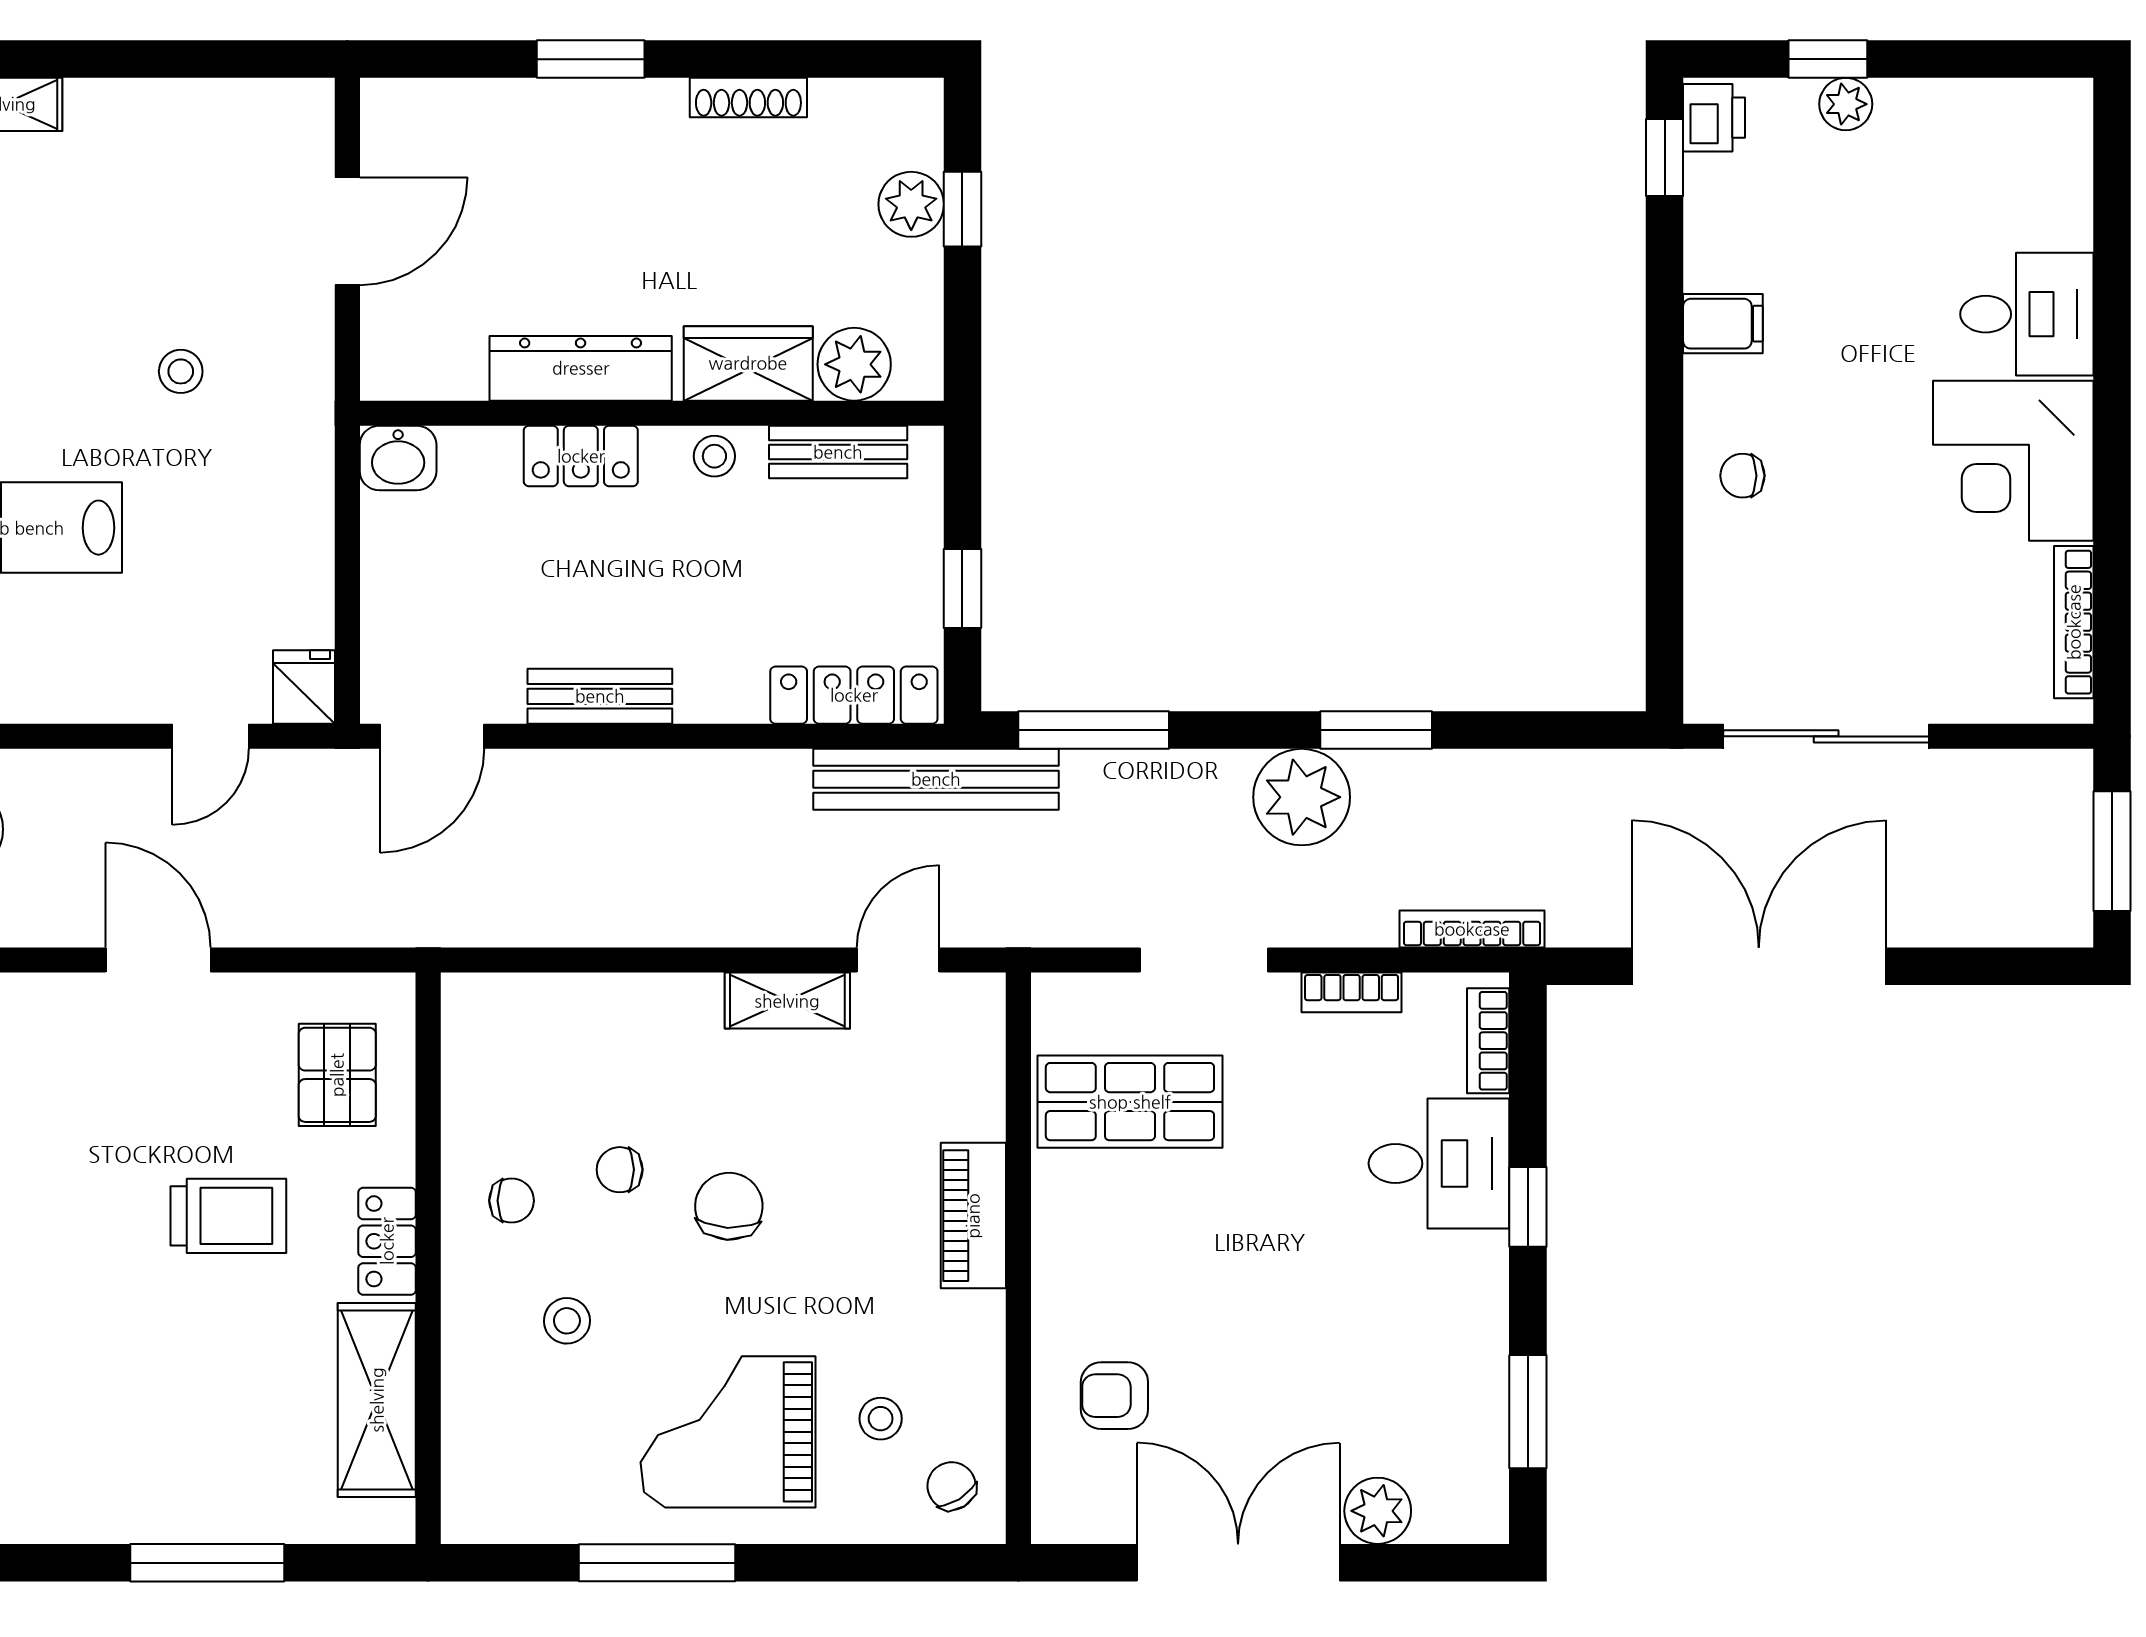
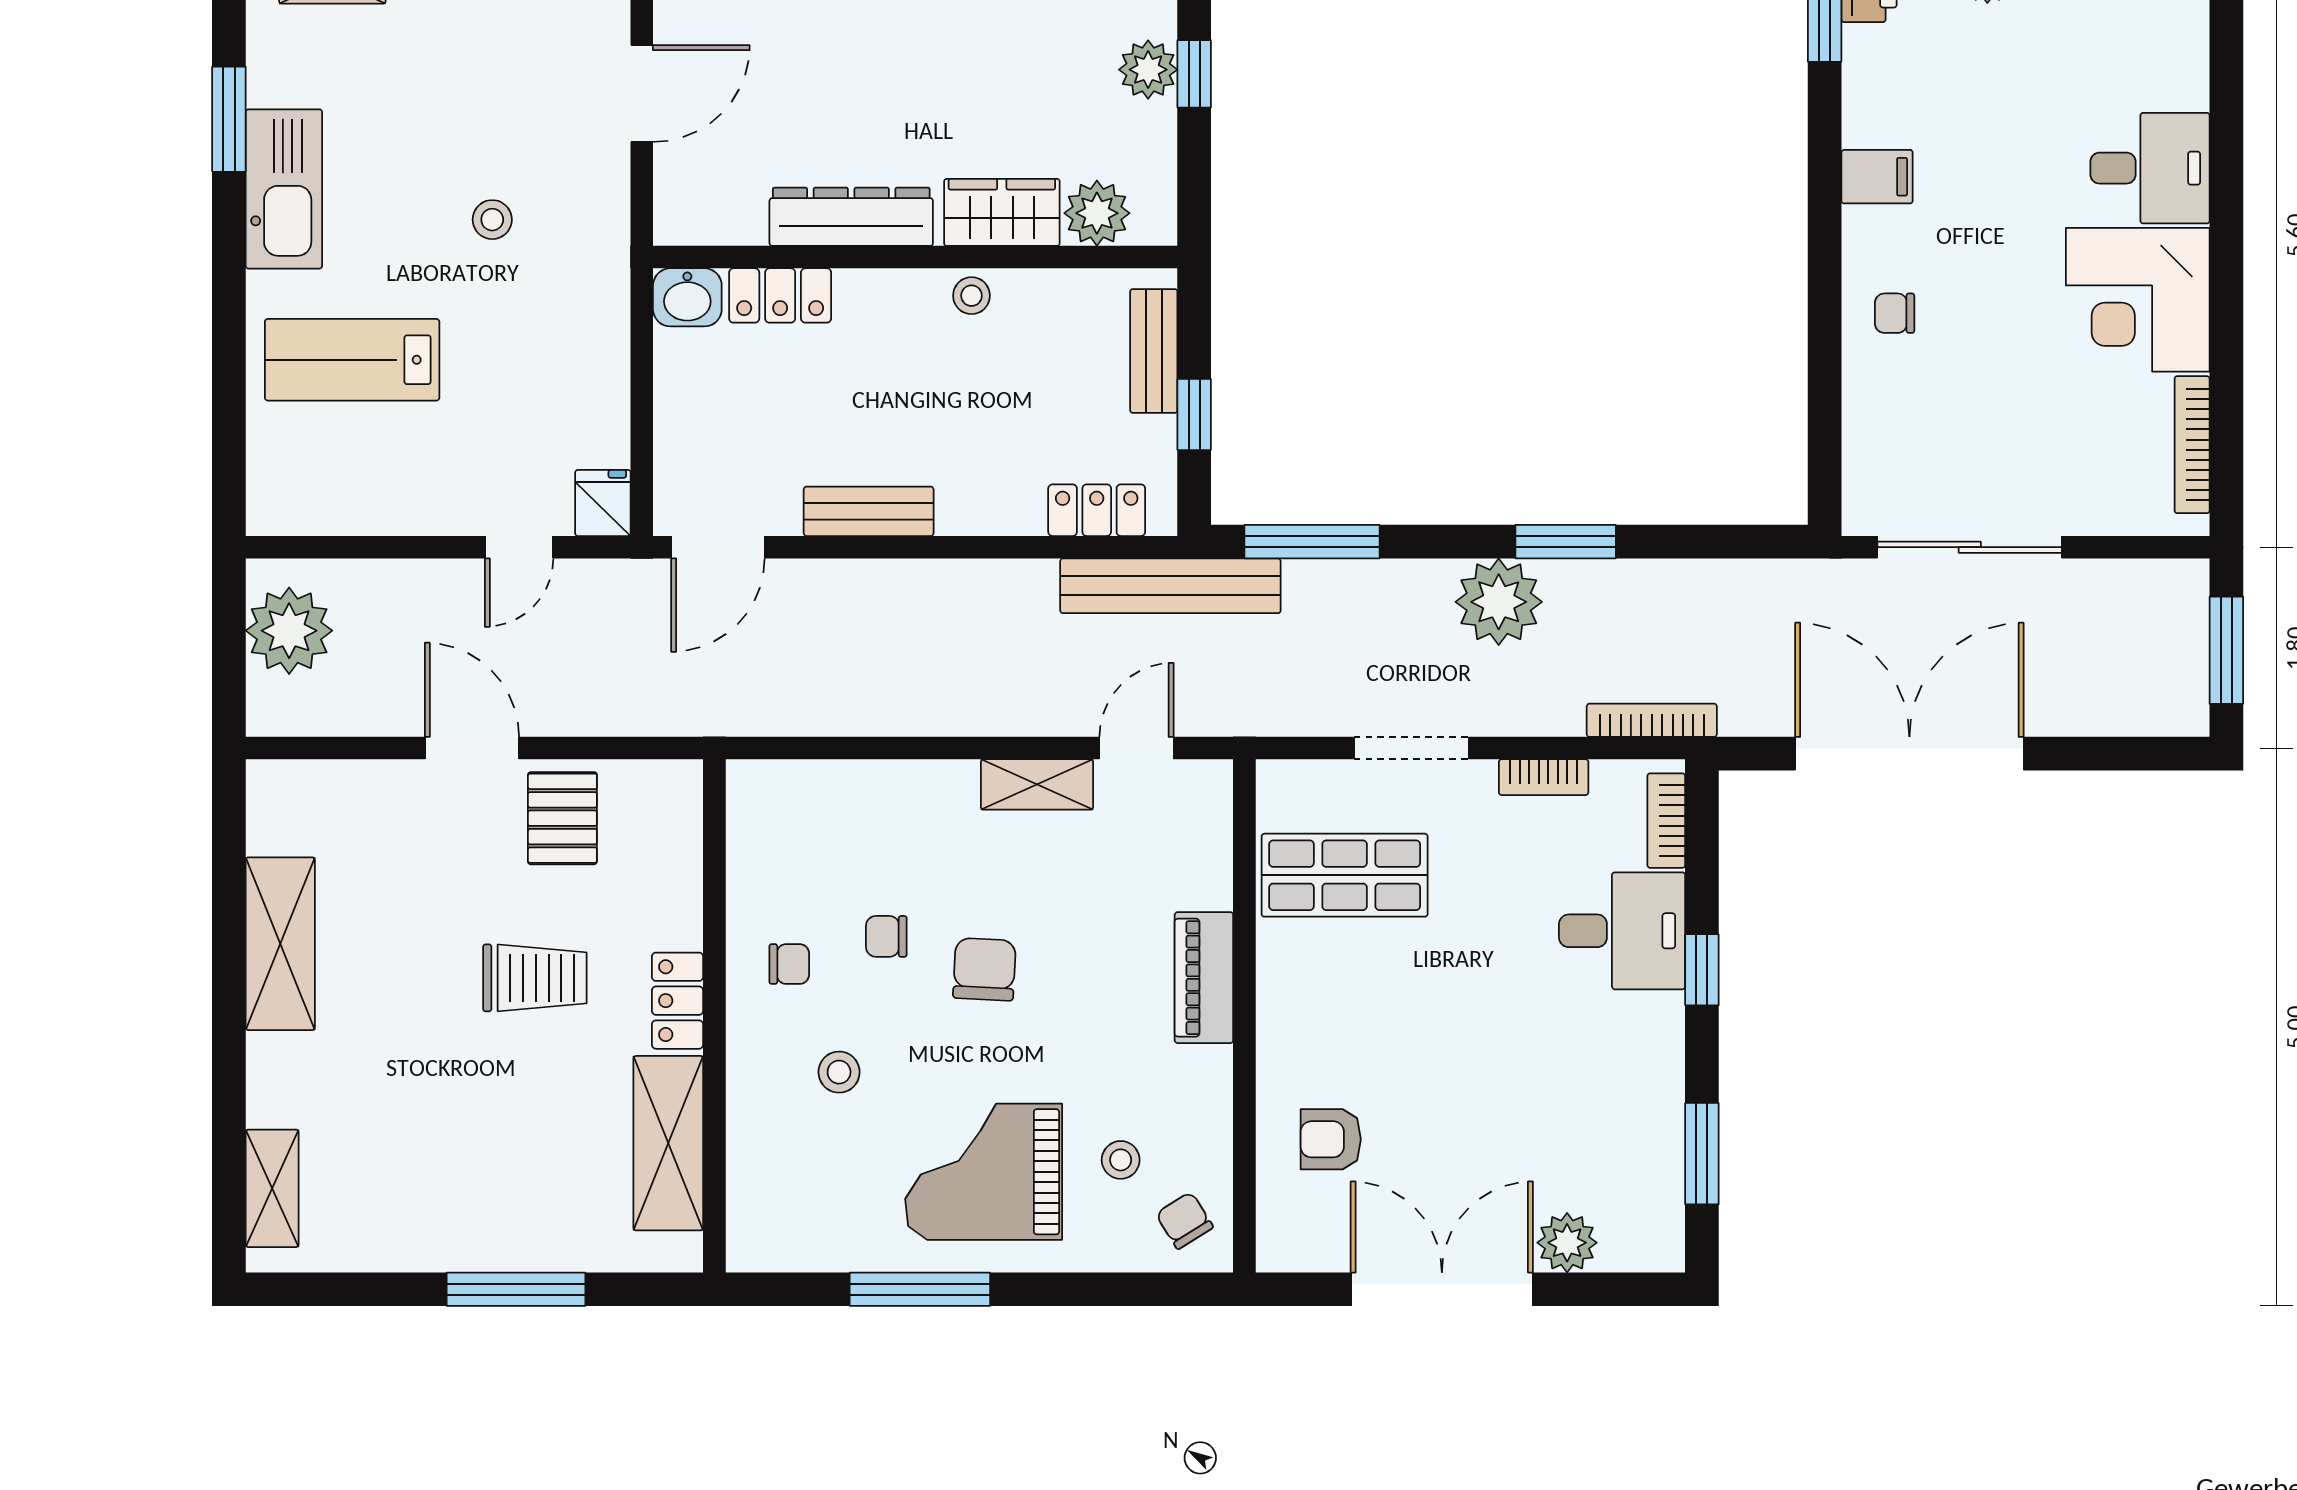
bench: (838, 452) -> (1154, 351), moved, turned 90
locker: (581, 456) -> (780, 295), moved
locker: (854, 695) -> (1097, 510), width x0.66
pallet: (337, 1075) -> (562, 818), moved

